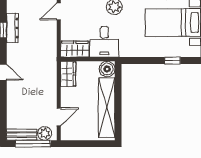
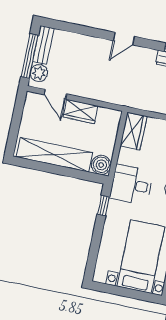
desk: (104, 42) -> (131, 185), moved
window: (173, 61) -> (103, 205), moved
wardrobe: (68, 74) -> (81, 111), moved

